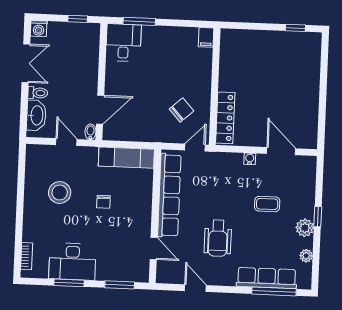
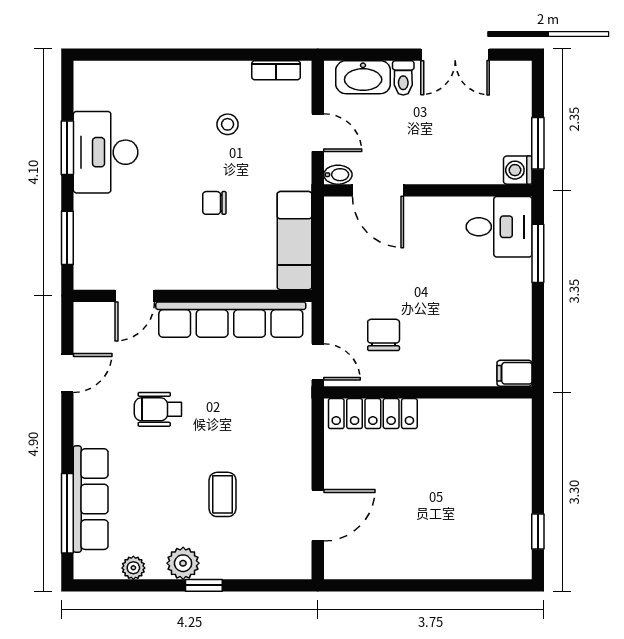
window: (78, 19) -> (538, 143), width x1.50
washing machine: (39, 29) -> (518, 170), moved
chair: (181, 110) -> (384, 335), turned -138
door: (66, 142) -> (318, 133), hinge flipped
water cooler: (250, 159) -> (302, 460), removed
stool: (60, 192) -> (228, 124), width x0.53, depth x0.53
wheelchair: (218, 238) -> (158, 409), width x0.73, depth x0.73
bookcase: (27, 256) -> (276, 70), moved

